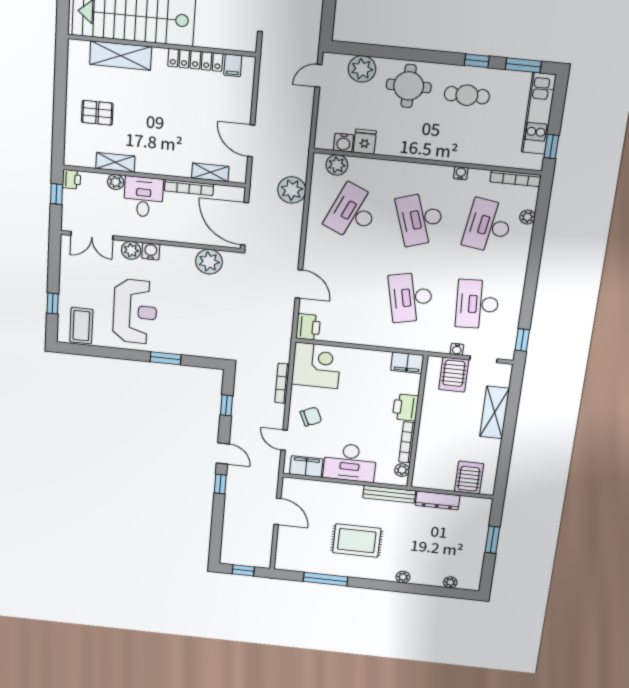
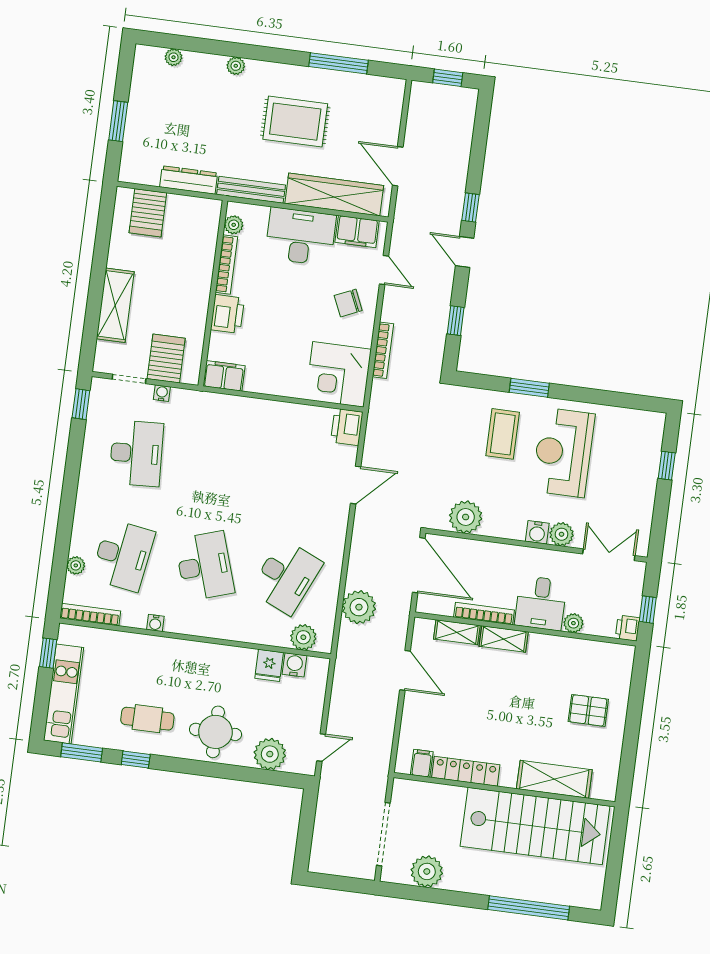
shelving: (115, 162) -> (504, 639), moved
door: (299, 284) -> (356, 485), swing flipped
desk: (411, 297) -> (218, 464), removed
coffee table: (81, 326) -> (503, 434), moved
wardrobe: (325, 492) -> (334, 195), added

